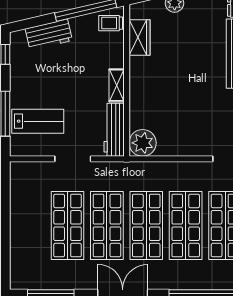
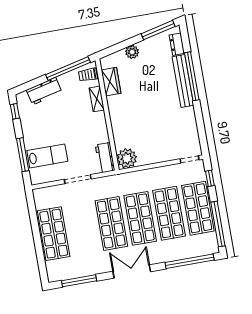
shelving: (117, 85) -> (97, 99), moved
workbench: (114, 130) -> (105, 158), width x0.73
shop shelf: (68, 226) -> (54, 234), moved

